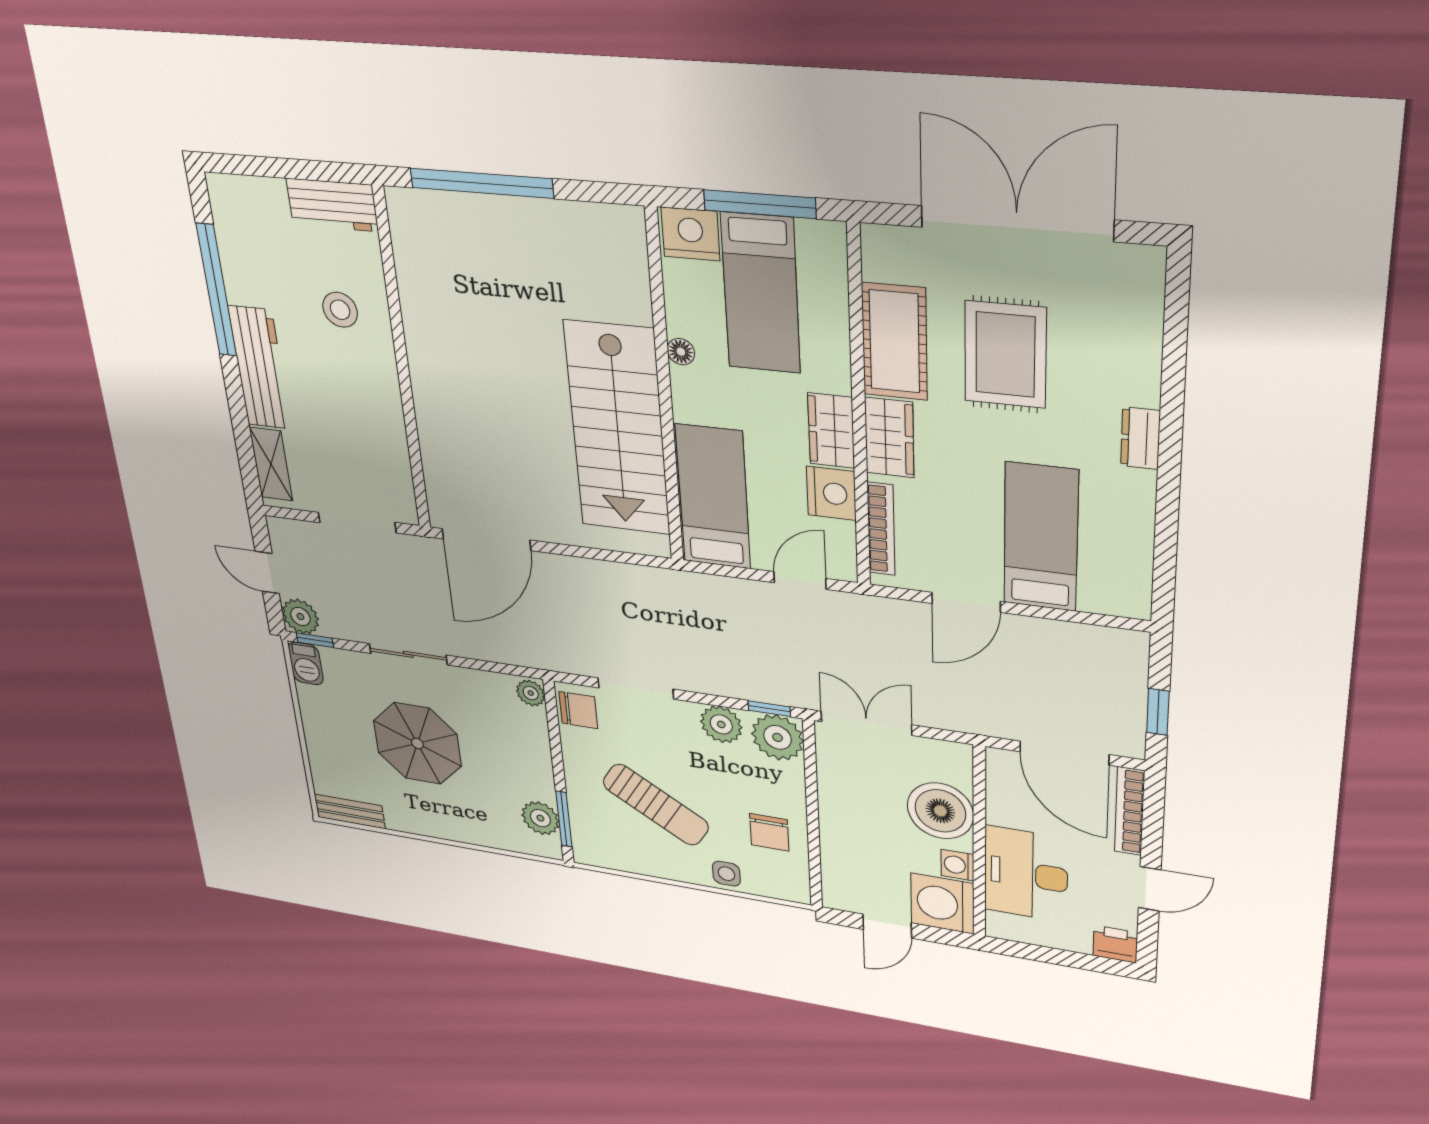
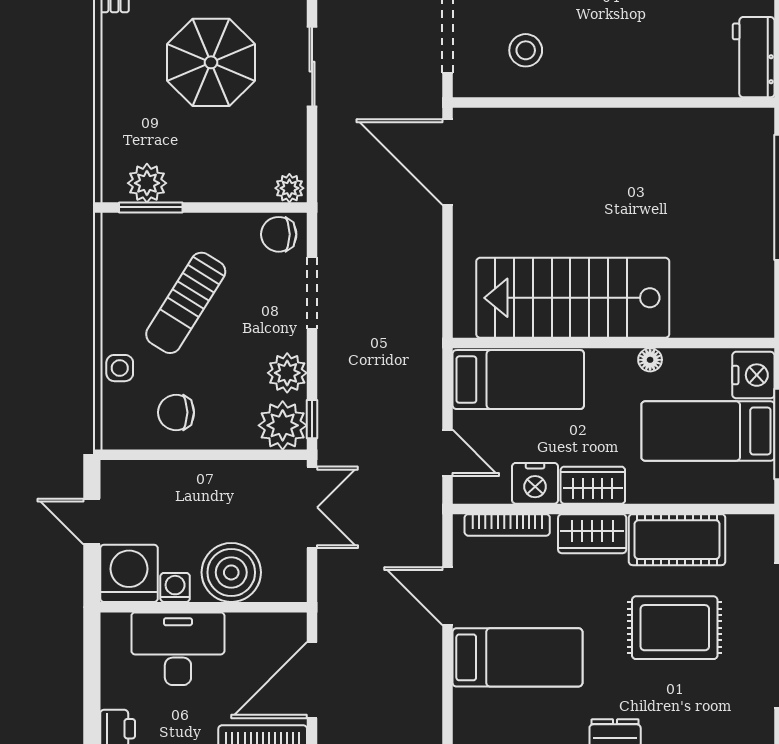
stool: (340, 310) -> (526, 50), moved
chair: (578, 710) -> (279, 234), turned 90

